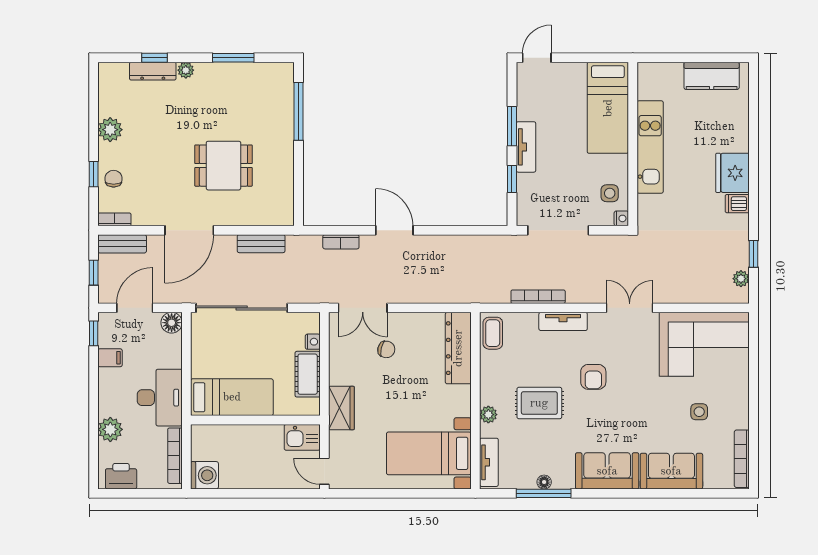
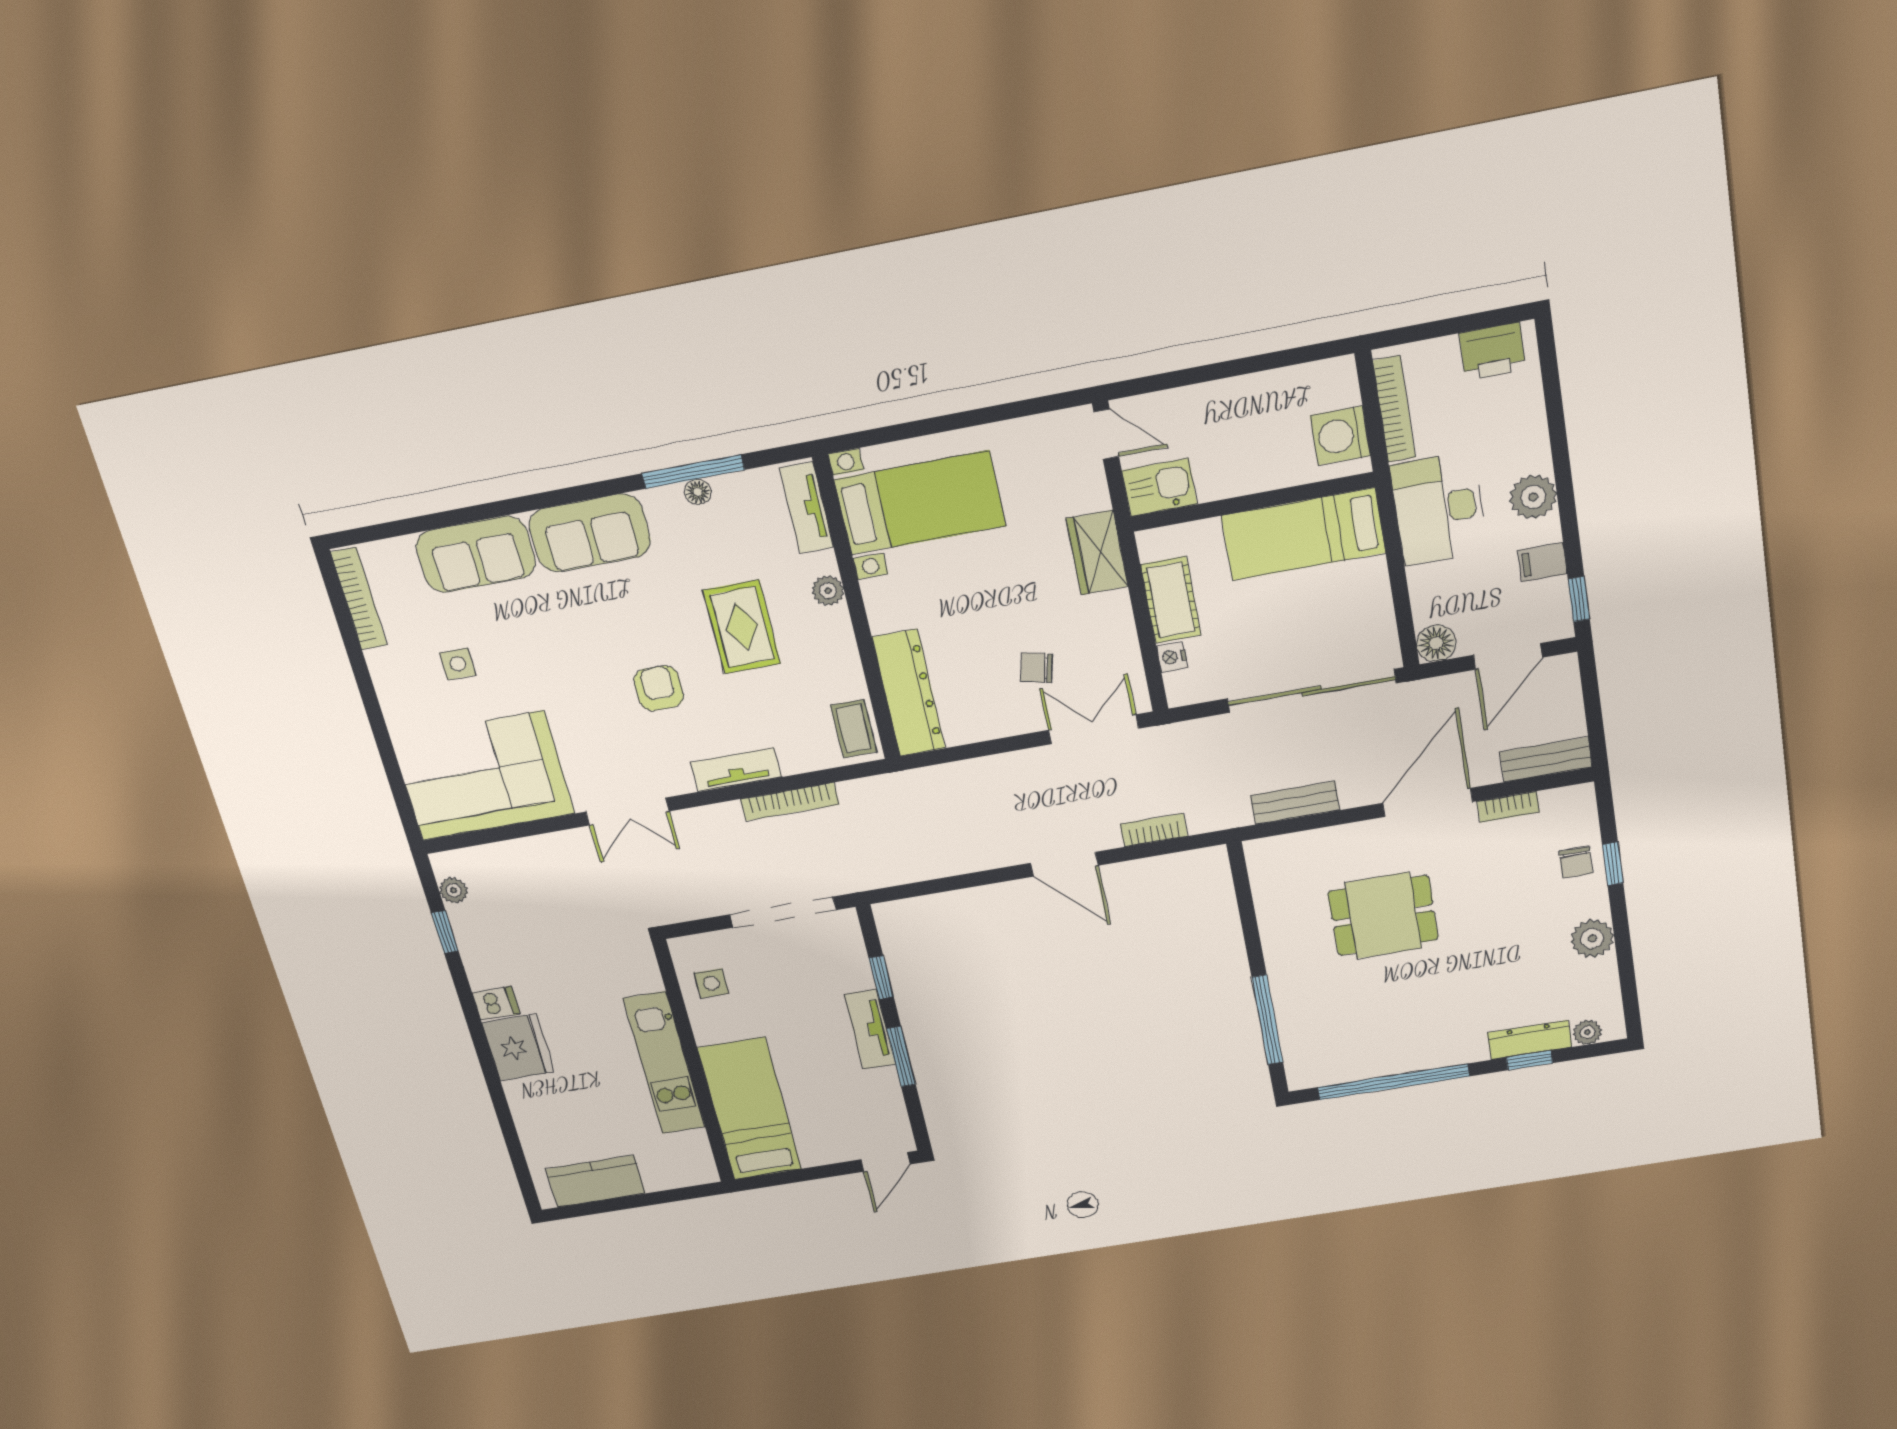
window: (233, 58) -> (1394, 1082), width x2.11
plant: (186, 70) -> (1587, 1032), moved
nightstand: (621, 218) -> (681, 948), removed
bookcase: (114, 219) -> (1508, 807), moved
window: (94, 273) -> (1592, 702), removed
rug: (539, 403) -> (742, 627), turned 90
plant: (110, 429) -> (1533, 497), moved
washing machine: (204, 475) -> (1340, 436), moved

